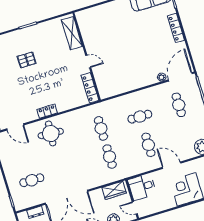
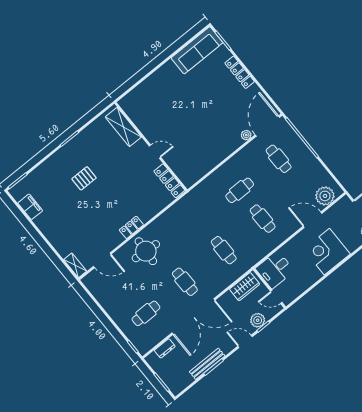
cafe table: (101, 128) -> (185, 282), moved
door: (171, 165) -> (313, 220), moved

